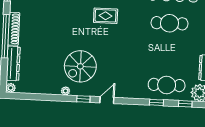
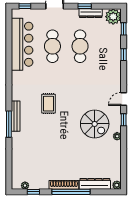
cafe table: (167, 85) -> (80, 46), moved
door: (107, 100) -> (124, 99), hinge flipped

